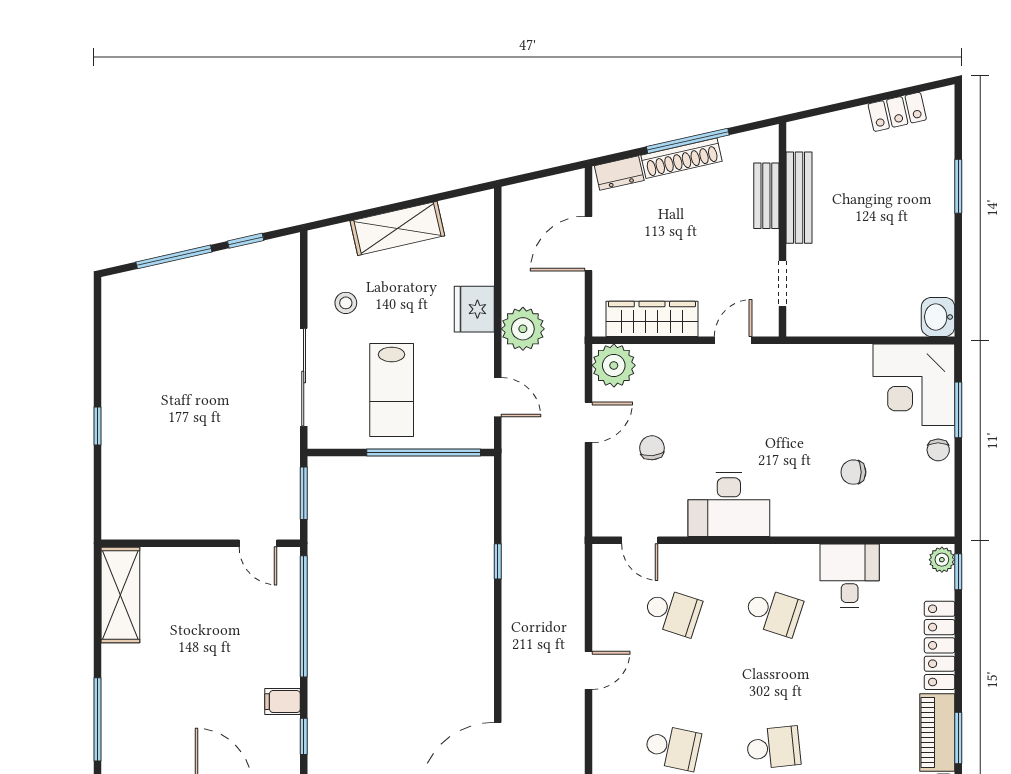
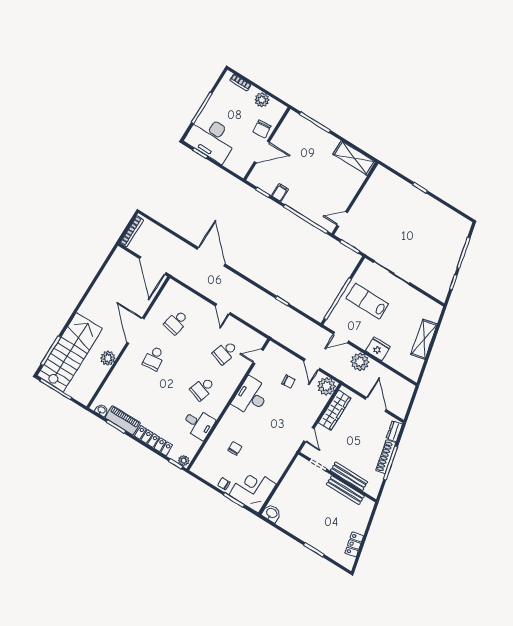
bench: (766, 196) -> (349, 476), width x1.36
stool: (346, 303) -> (409, 304), removed

